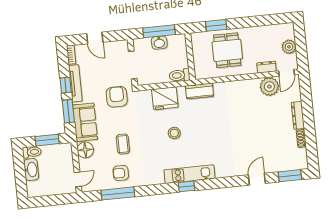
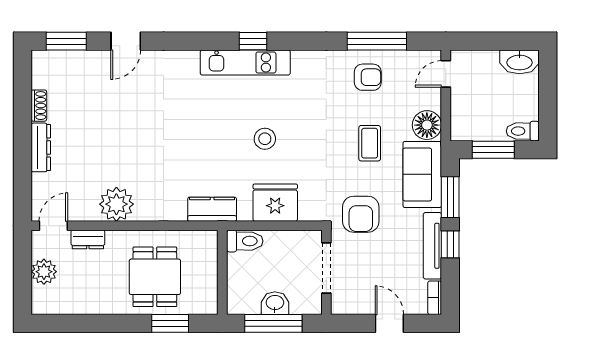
plant: (269, 87) -> (116, 204), moved
coffee table: (123, 144) -> (370, 143), moved
washbasin: (31, 170) -> (520, 62), moved, turned -90

